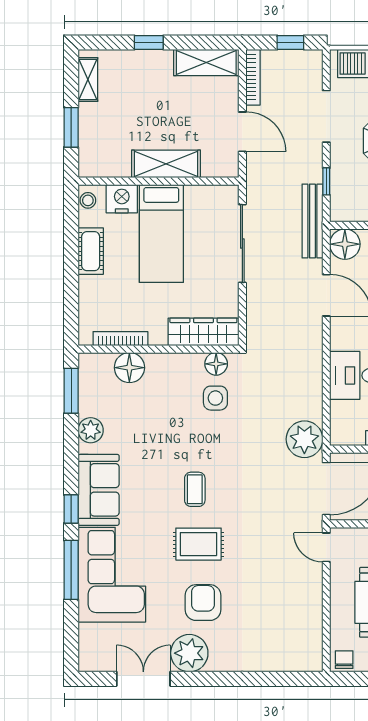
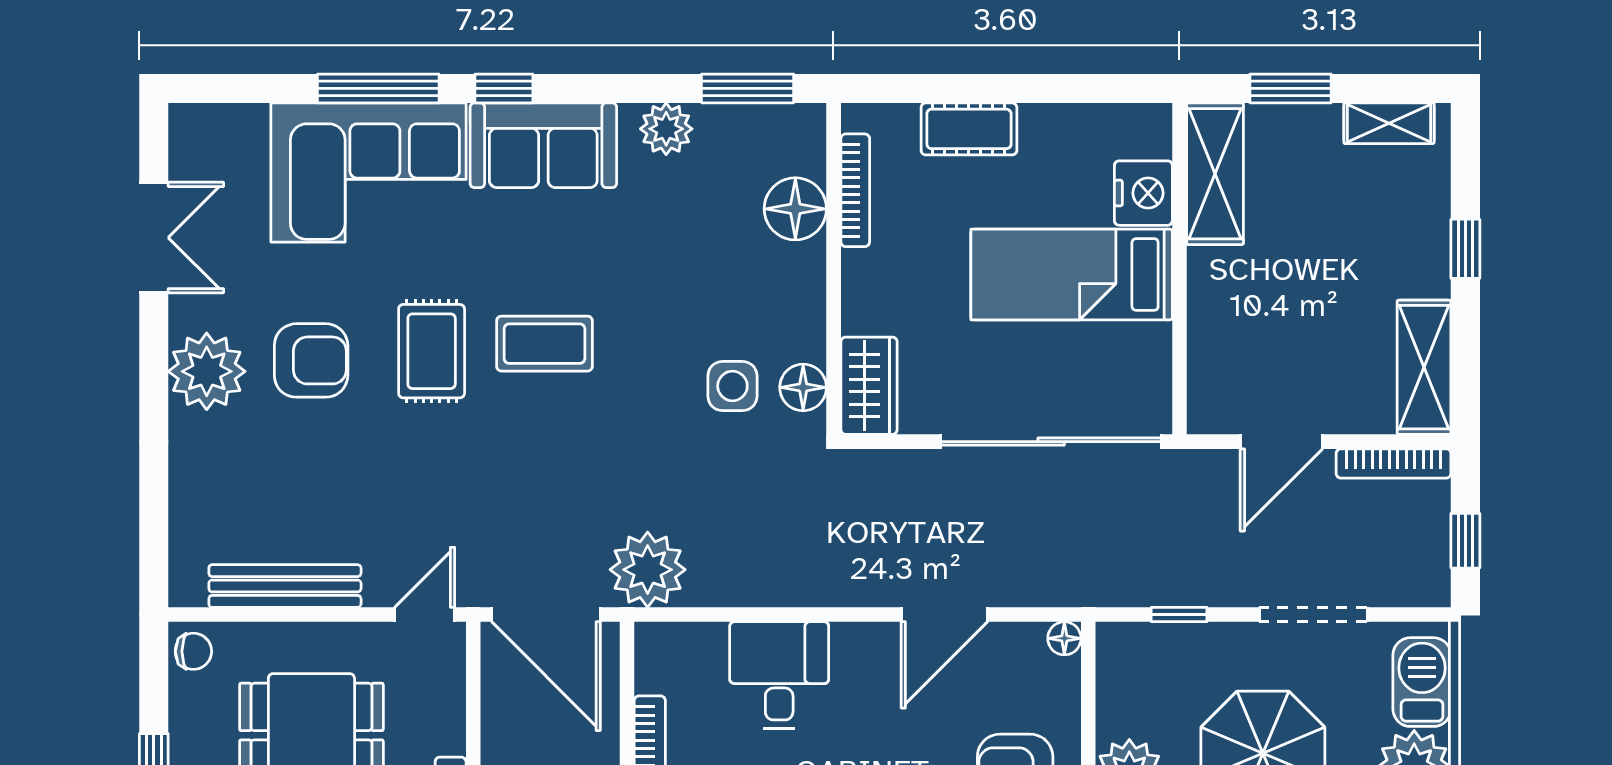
shelving: (166, 164) -> (1215, 174), moved
stool: (88, 200) -> (1140, 123), removed
bench: (312, 221) -> (285, 586), moved
sliding door: (242, 243) -> (1051, 442), width x1.36
floor lamp: (345, 244) -> (1064, 638), width x0.53, depth x0.53
cot: (91, 251) -> (969, 129), moved
wardrobe: (203, 332) -> (869, 386), width x0.67
coffee table: (195, 489) -> (544, 344), width x1.36, depth x1.30
plant: (189, 653) -> (207, 371), moved

